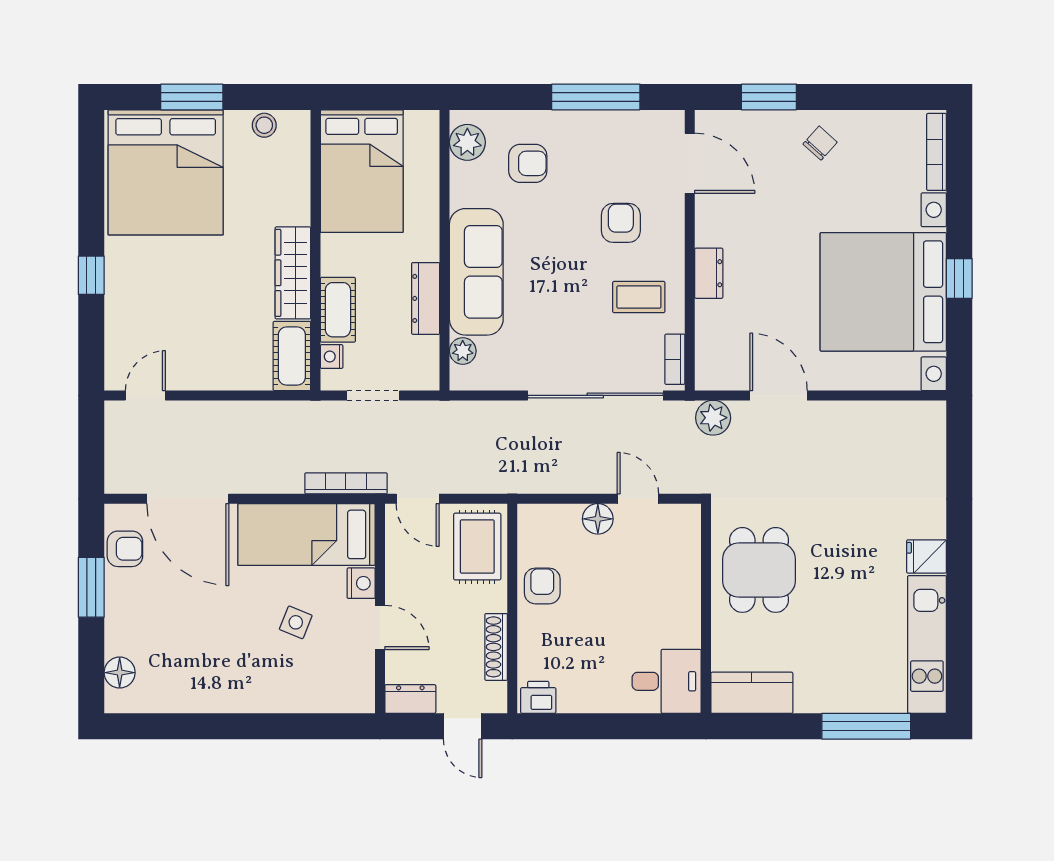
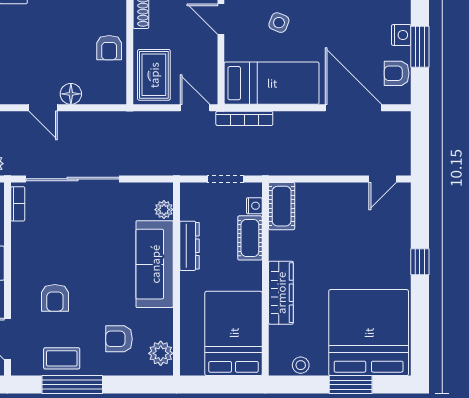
wardrobe: (293, 273) -> (281, 293), moved
coffee table: (639, 297) -> (62, 358), moved
nightstand: (361, 583) -> (401, 35), moved, turned 180

